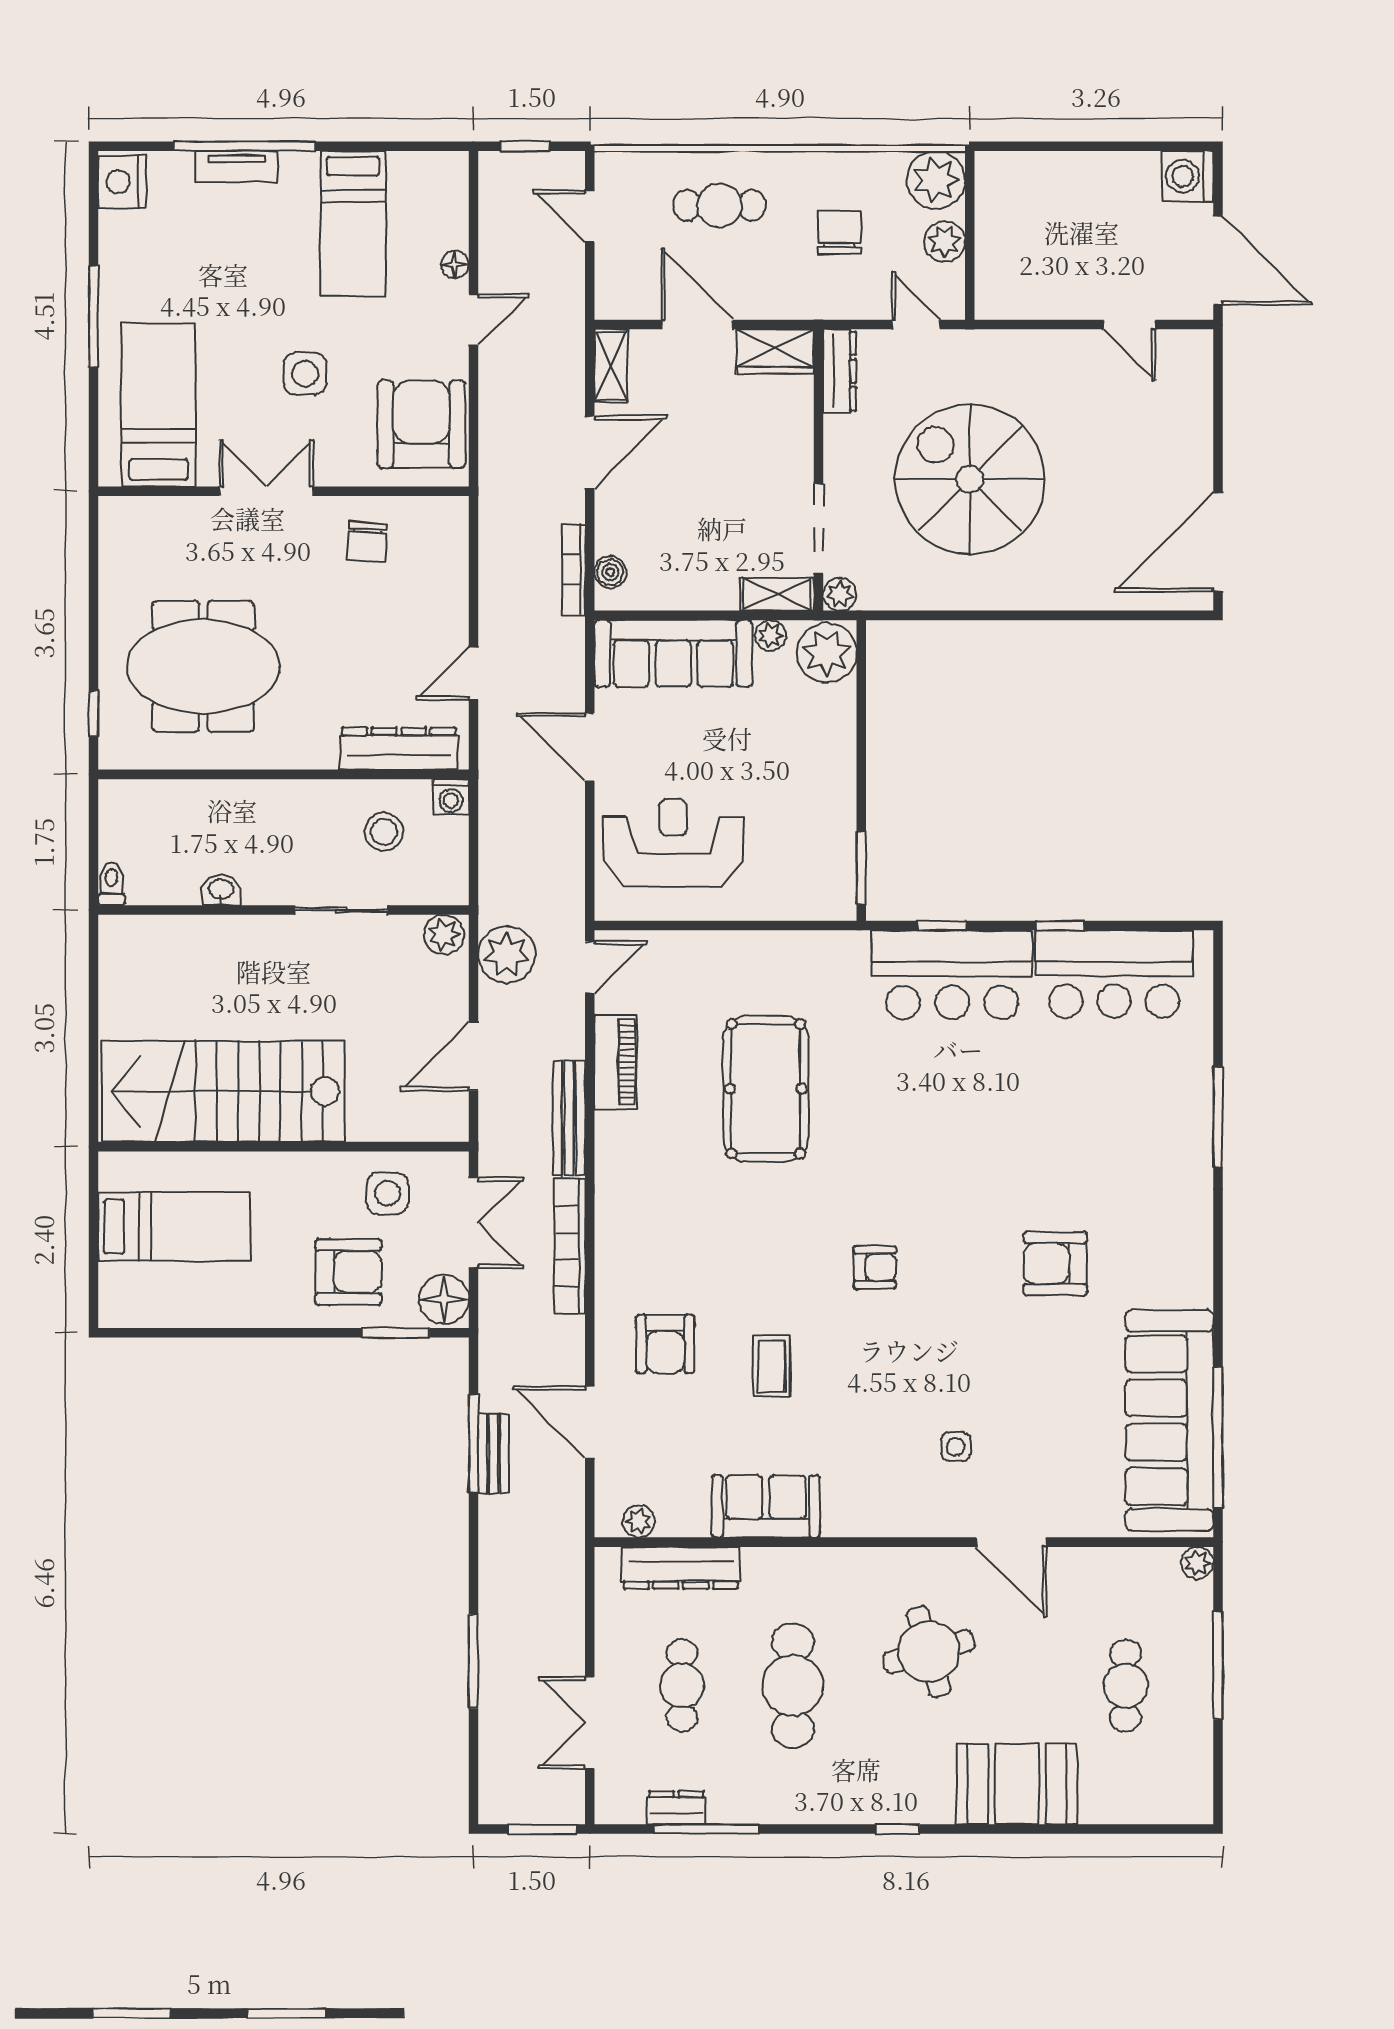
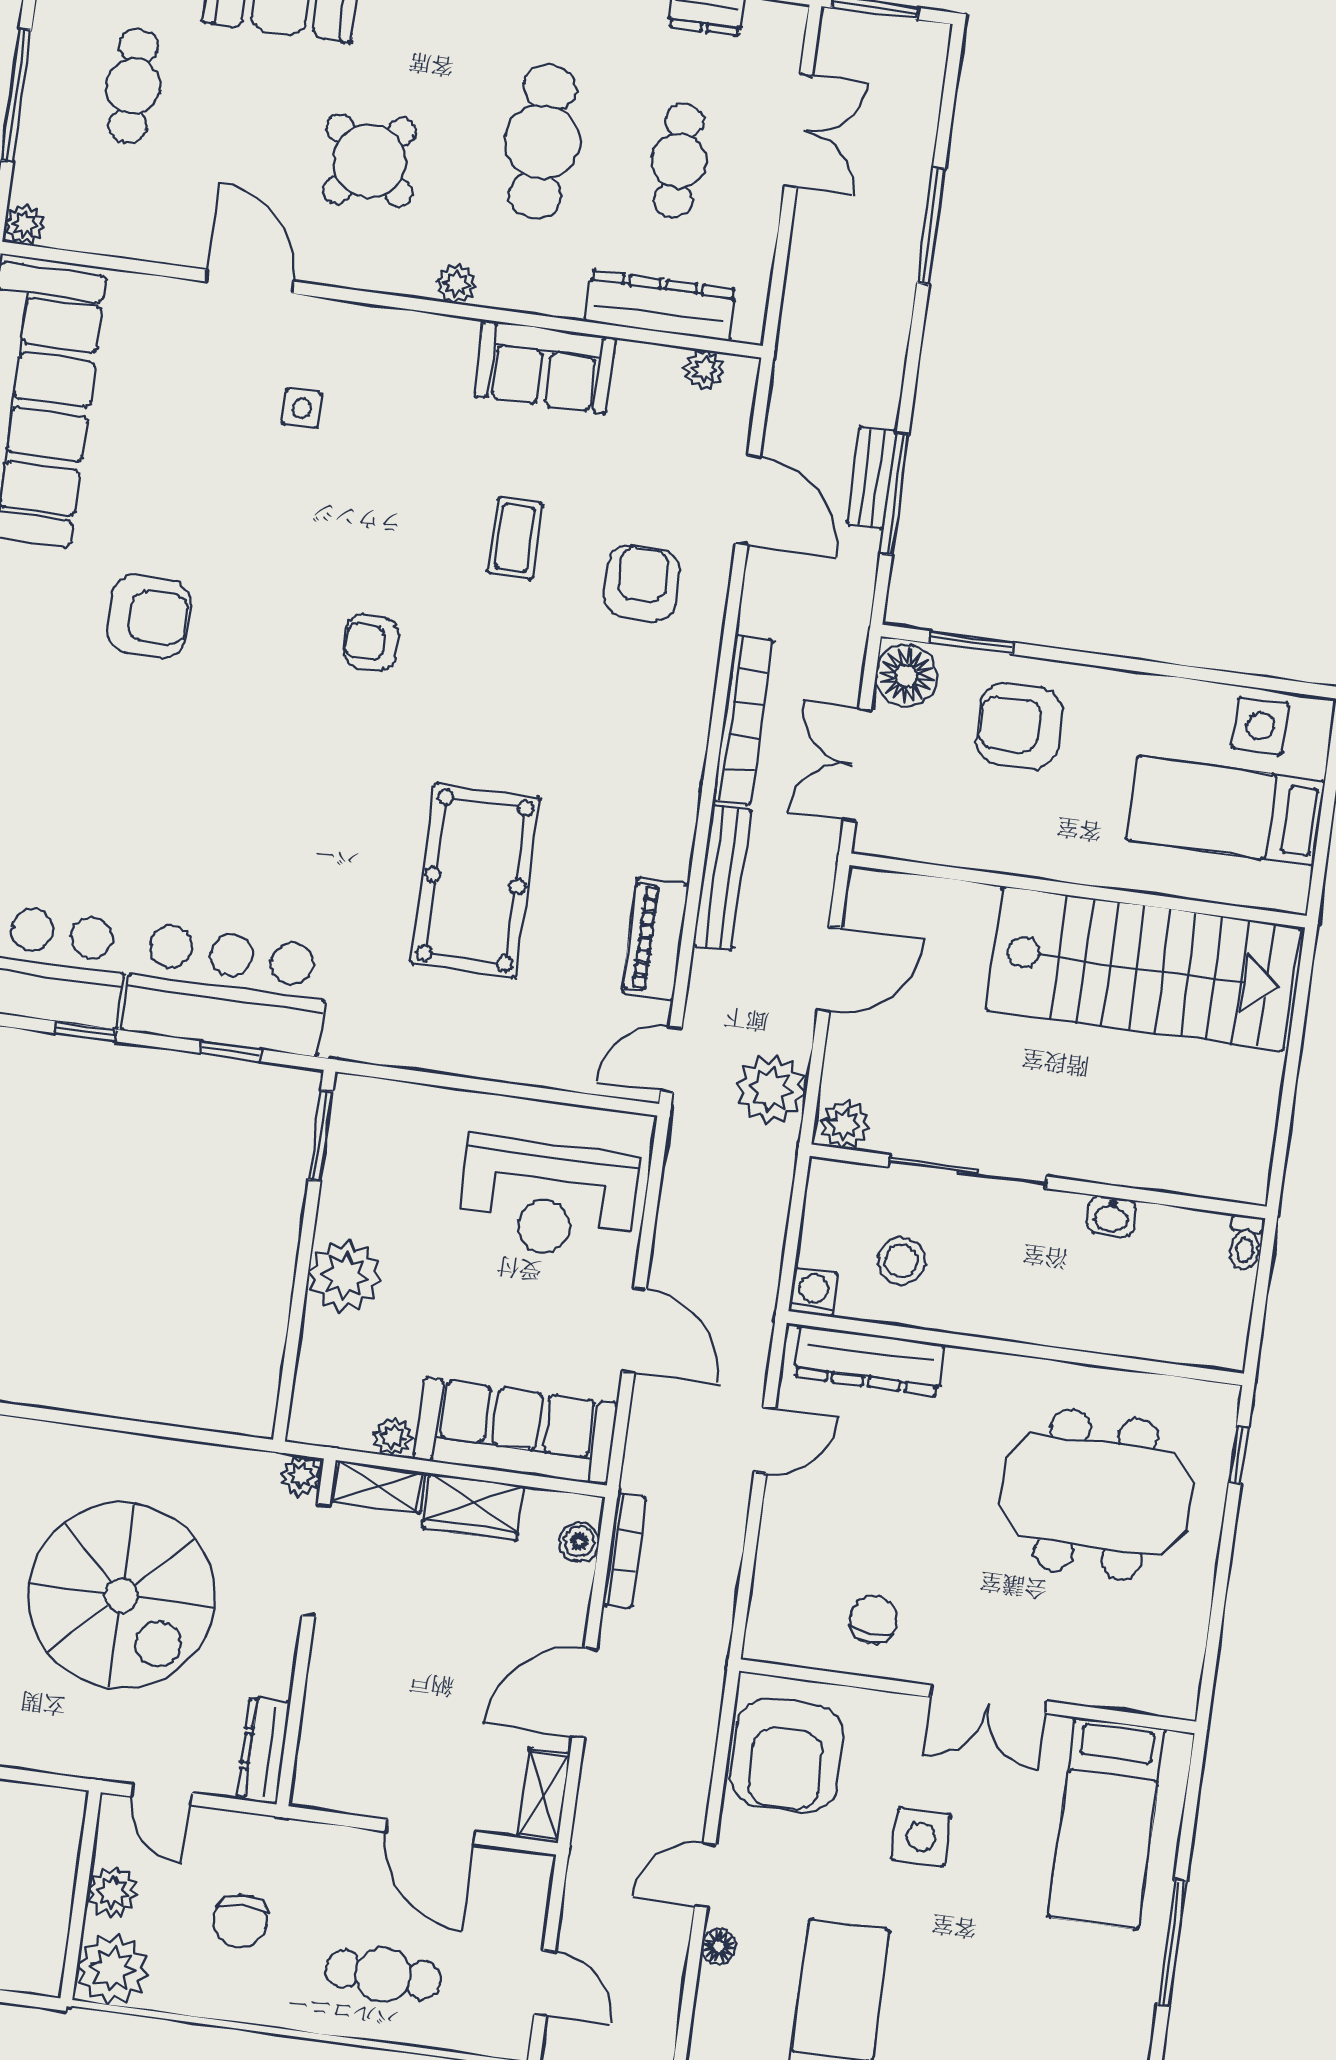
wardrobe: (775, 352) -> (473, 1507), moved, turned 180
plant: (827, 653) -> (345, 1276), moved
sliding door: (341, 910) -> (967, 1172), width x1.37
side table: (388, 1194) -> (1260, 726), moved
plant: (846, 1563) -> (456, 284), added
round table: (929, 1652) -> (370, 161), turned -34

